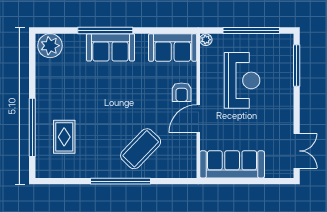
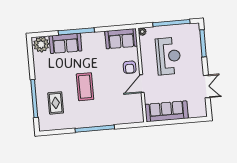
sofa: (110, 47) -> (65, 43), moved
coffee table: (141, 149) -> (85, 87), moved, turned -44
double door: (297, 151) -> (207, 86), moved

